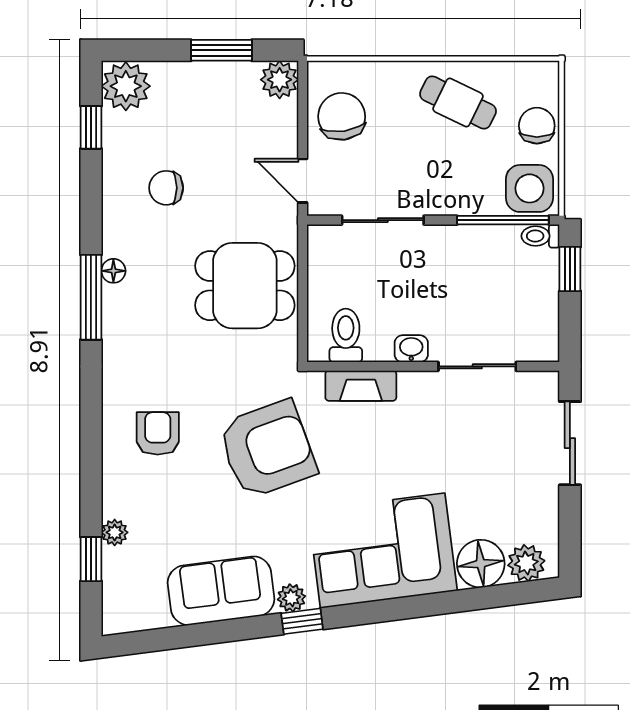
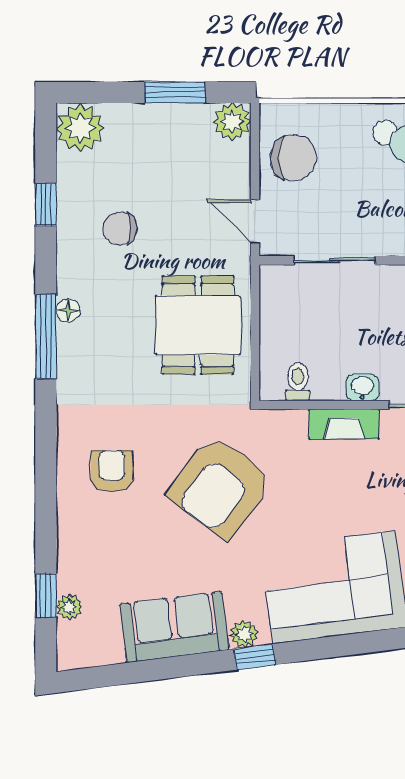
chair: (342, 116) -> (294, 158), turned 98
window: (91, 127) -> (46, 205), moved
dining table: (245, 286) -> (198, 325), turned 90
toilet: (346, 335) -> (298, 382), width x0.73, depth x0.72
fireplace: (361, 386) -> (344, 424), moved
armchair: (267, 449) -> (220, 487), turned 147
plant: (115, 532) -> (69, 607), moved

